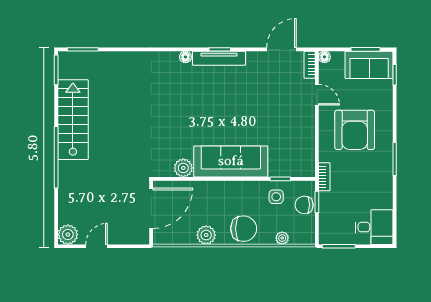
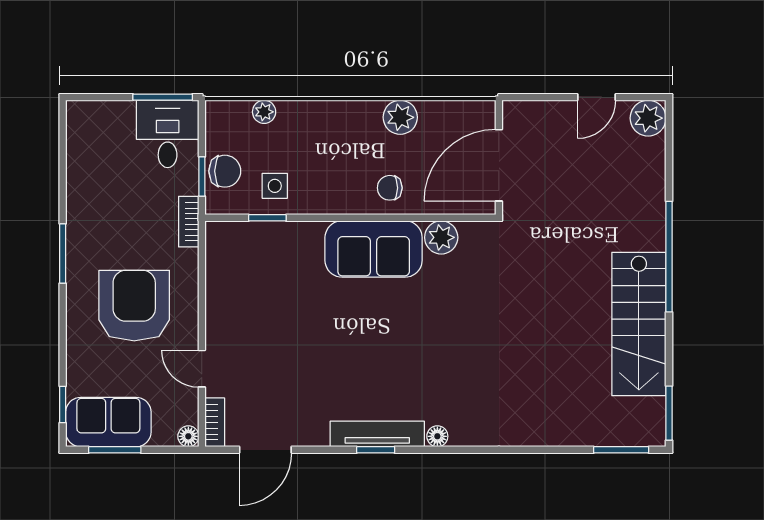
sofa: (231, 161) -> (374, 249), width x0.73
desk: (374, 227) -> (168, 134), moved, turned 90
chair: (244, 229) -> (390, 188), moved, width x0.54, depth x0.54

